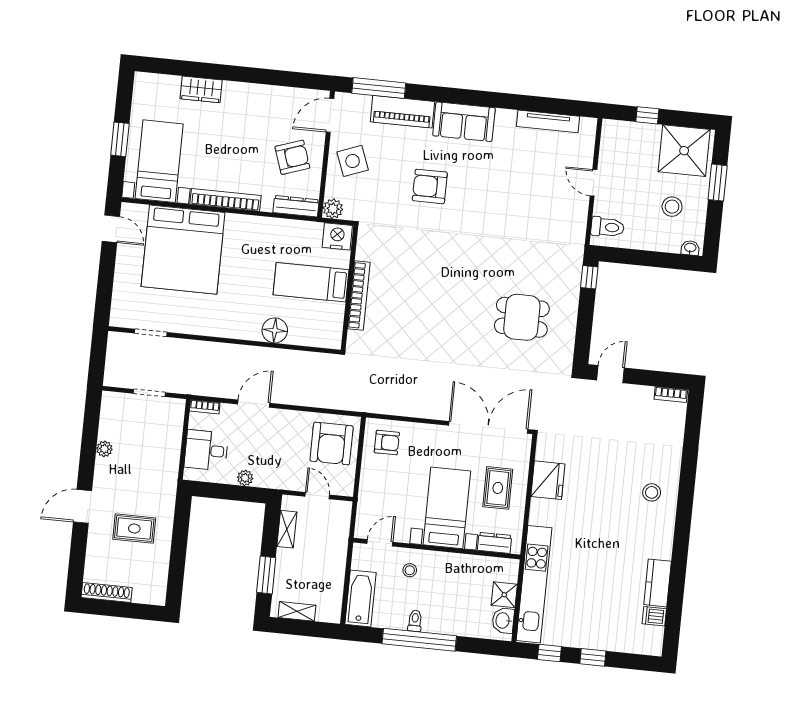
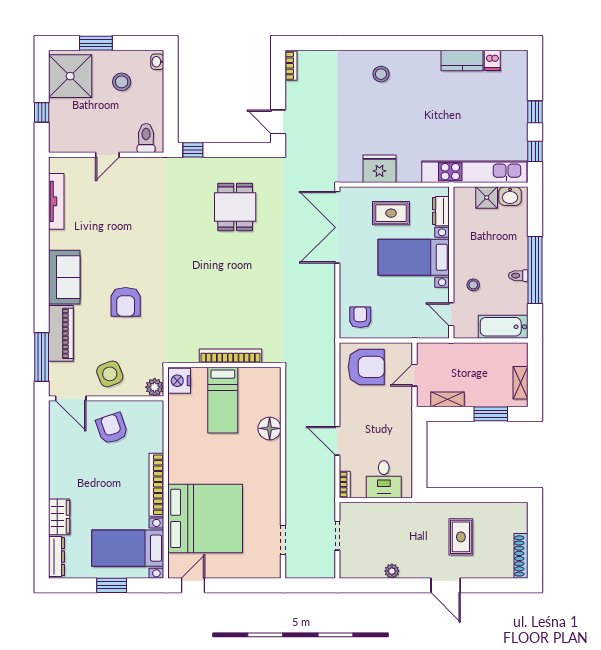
dresser: (296, 206) -> (57, 557), moved, turned 180
plant: (245, 478) -> (405, 442), removed

